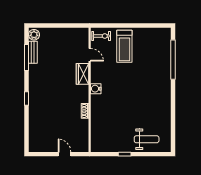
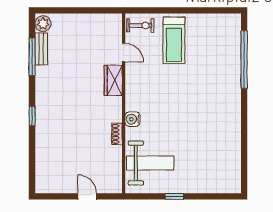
water cooler: (96, 89) -> (132, 119), moved
weight bench: (147, 139) -> (150, 163), moved, width x1.36, depth x1.33

